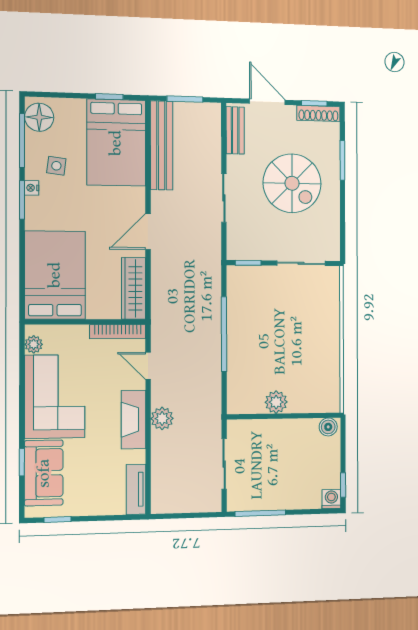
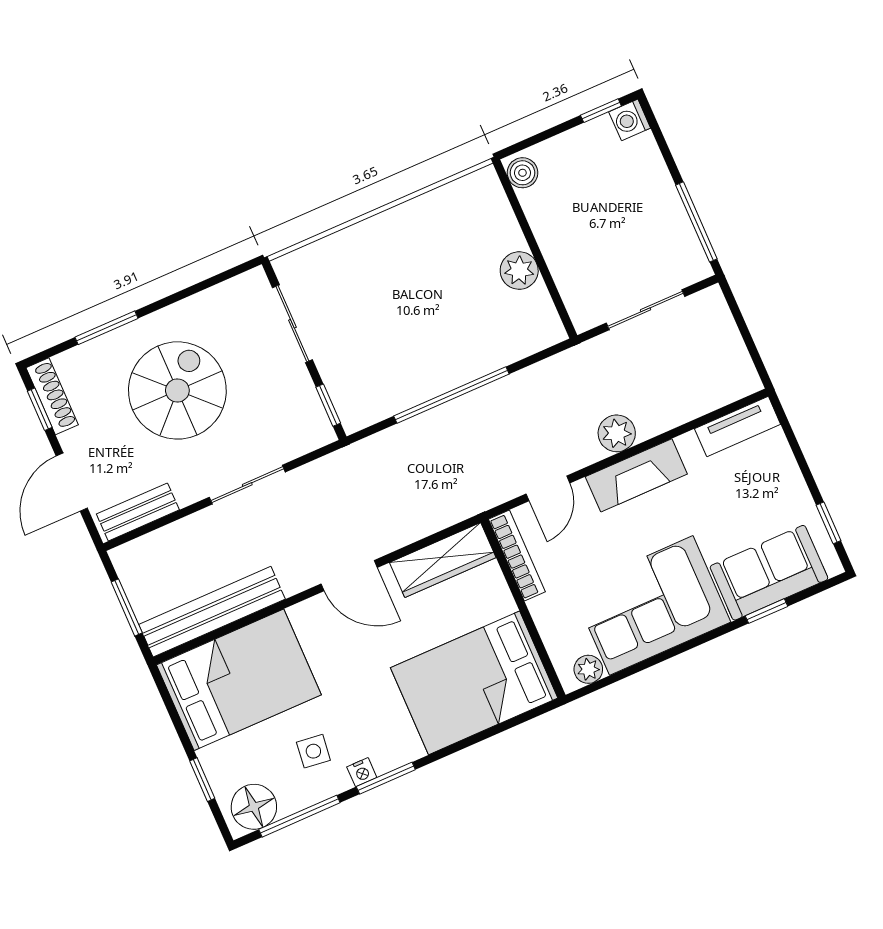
window: (109, 97) -> (202, 780), moved

